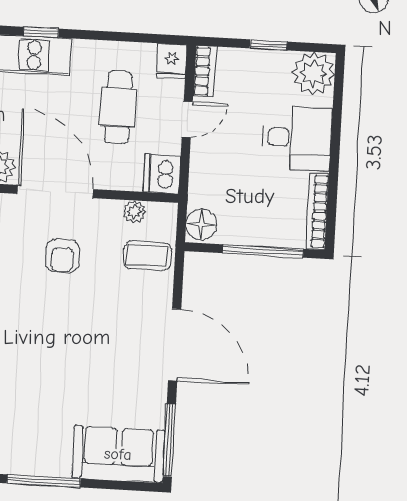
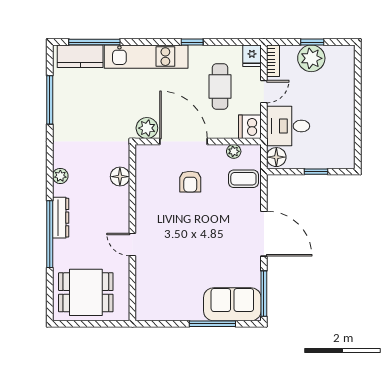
window: (41, 32) -> (192, 42), moved
plant: (313, 73) -> (311, 58), moved
desk: (297, 138) -> (288, 126), moved, turned 180
bookcase: (317, 211) -> (349, 145), removed
window: (263, 251) -> (316, 172), width x0.46
window: (44, 481) -> (212, 324), moved

